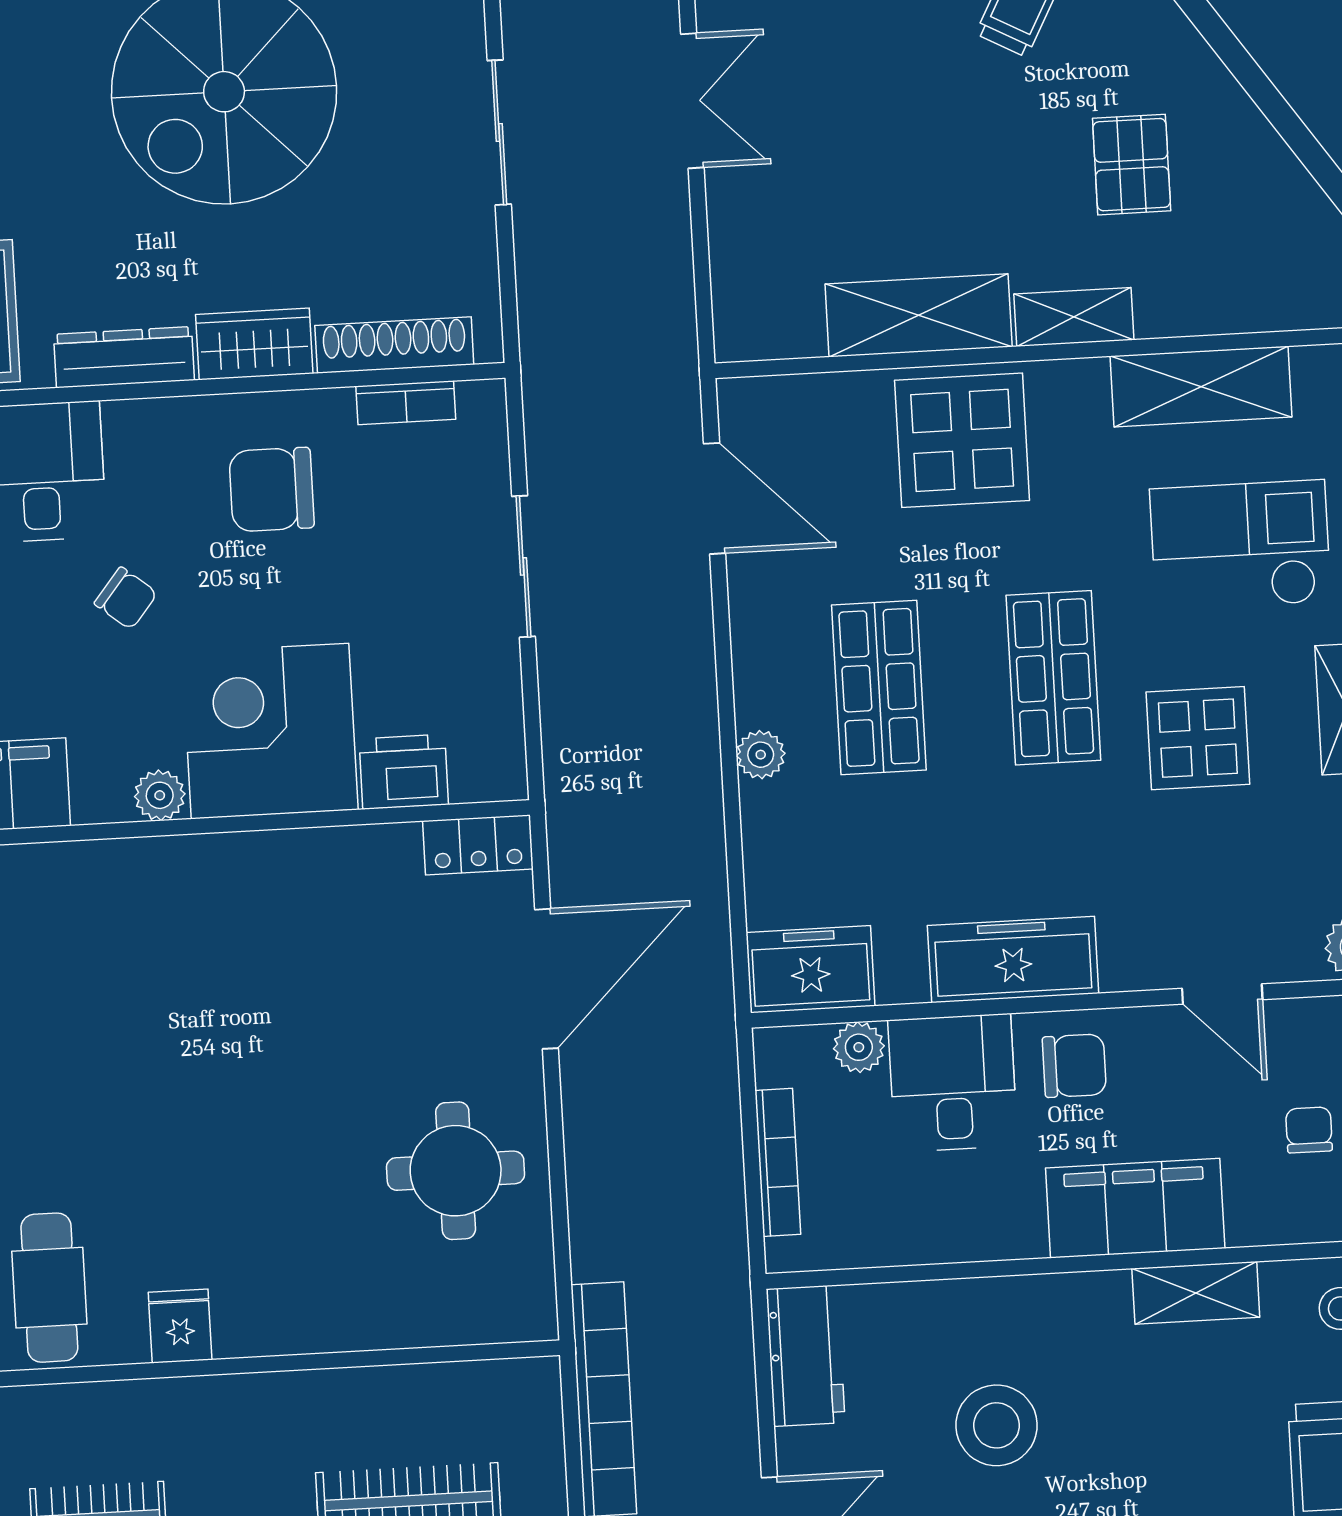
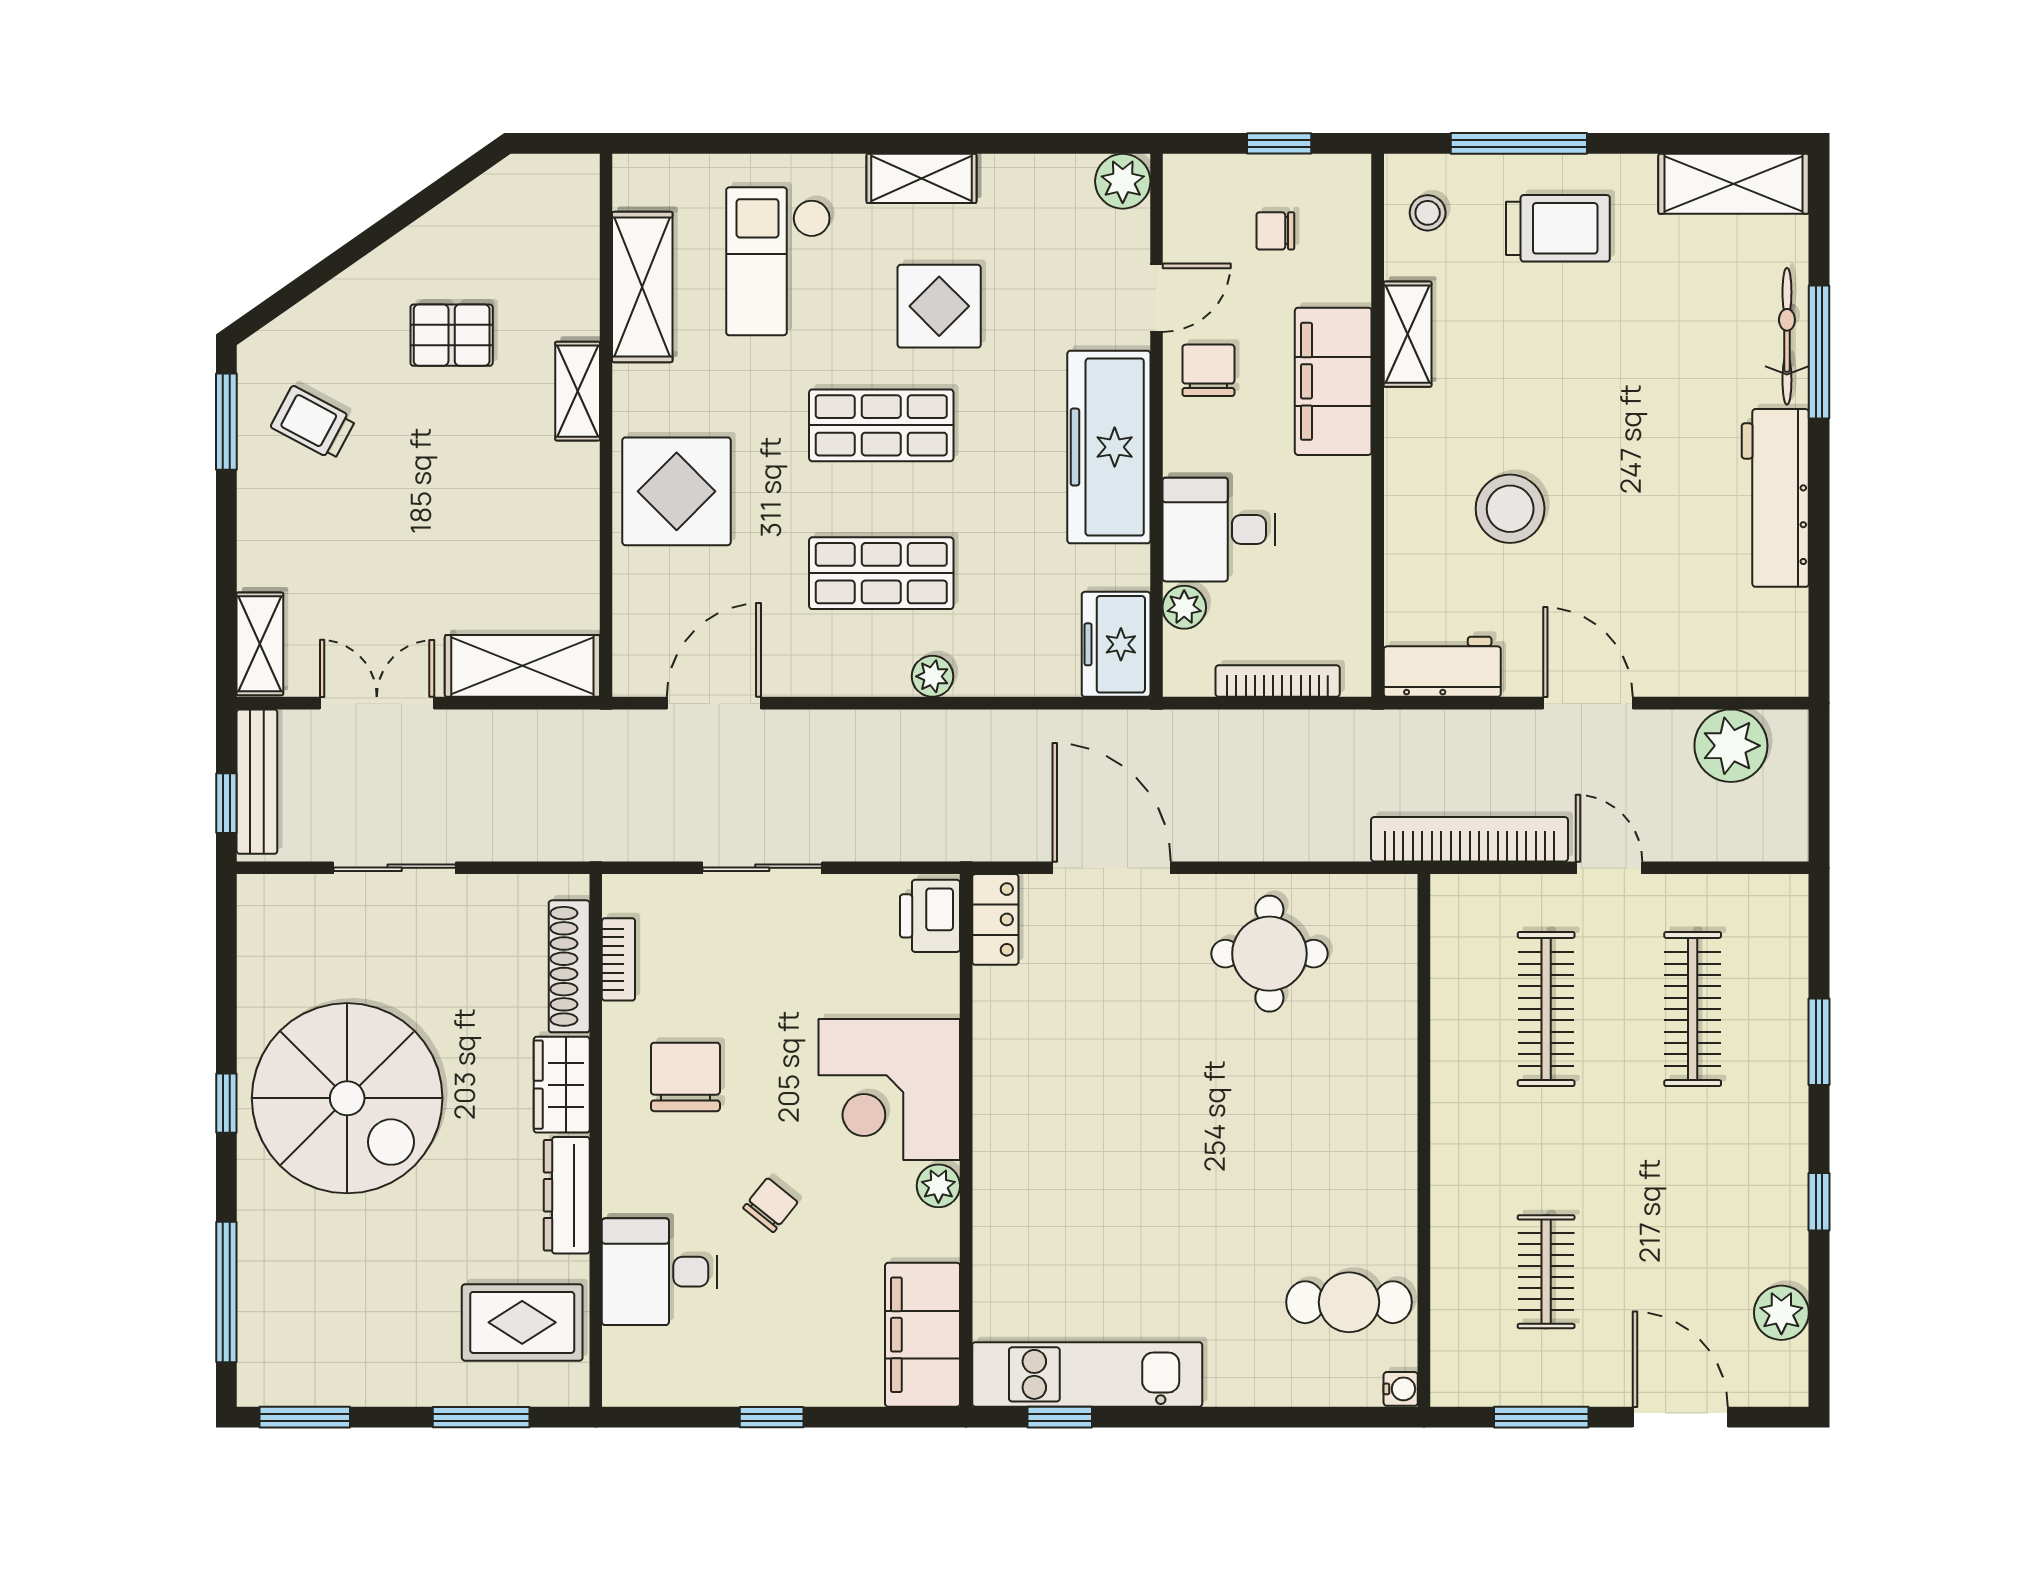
shelving: (919, 315) -> (522, 666), moved, turned 90
chair: (271, 490) -> (685, 1077), turned 180
printer: (404, 772) -> (930, 916), moved
freezer: (1013, 960) -> (1109, 447), width x1.36, depth x1.26
chair: (1074, 1066) -> (1208, 370), moved
fridge: (180, 1326) -> (1388, 1194), removed

